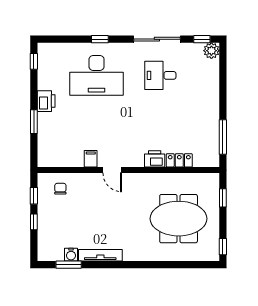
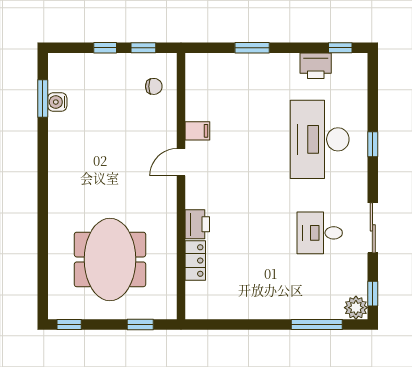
sliding door: (157, 39) -> (373, 228), width x0.73
desk: (160, 75) -> (320, 233), turned -90
printer: (46, 101) -> (316, 66), moved
window: (223, 137) -> (317, 324), moved
tv unit: (100, 255) -> (56, 145), removed

